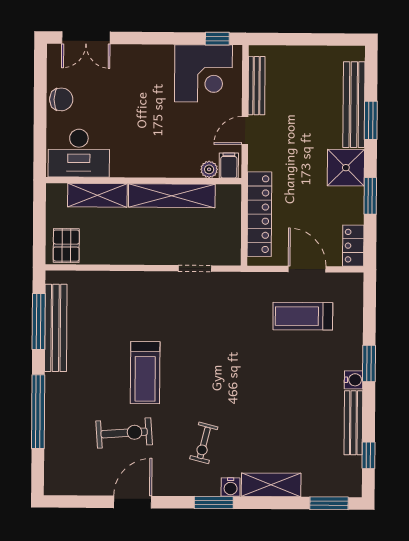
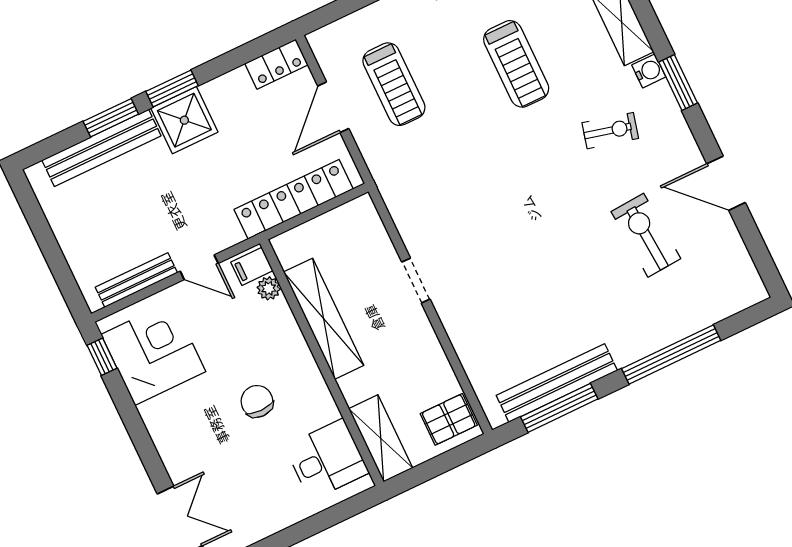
chair: (61, 99) -> (257, 401), moved
desk: (79, 153) -> (327, 459), width x0.73
shelving: (97, 195) -> (381, 438), moved
window: (370, 196) -> (172, 88), moved
doorway: (195, 268) -> (416, 281), moved
treadmill: (145, 373) -> (516, 64), moved, turned 90

